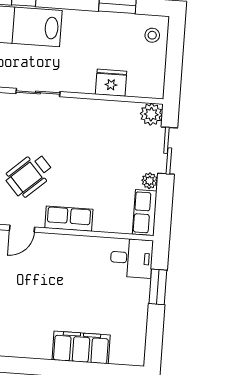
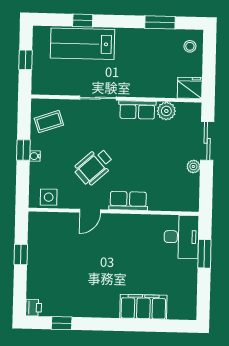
fridge: (111, 83) -> (190, 88), moved
plant: (151, 114) -> (166, 111), moved
row of seats: (145, 212) -> (137, 110), moved, turned -90
desk: (131, 258) -> (181, 237), width x1.37

